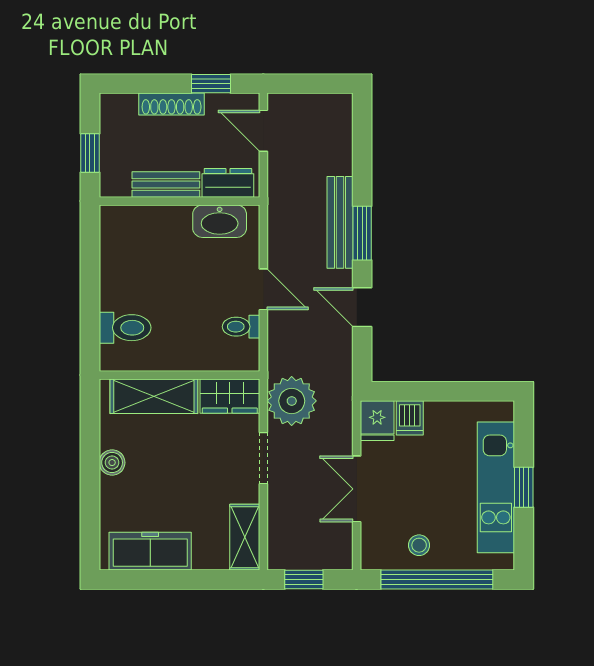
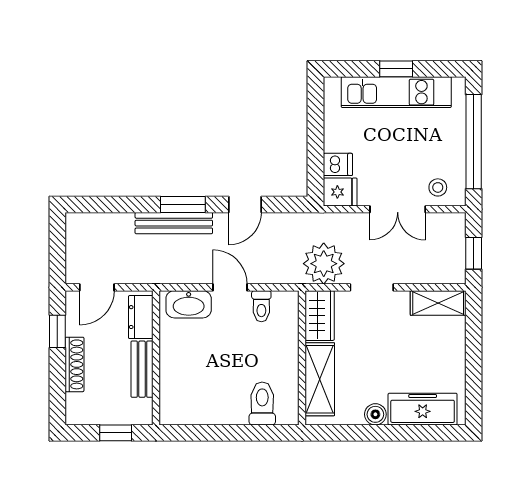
washbasin: (220, 221) -> (189, 304), moved, turned 90
door: (263, 289) -> (230, 287), hinge flipped
stool: (419, 545) -> (438, 187), moved
freezer: (150, 551) -> (423, 409), moved, turned 90

